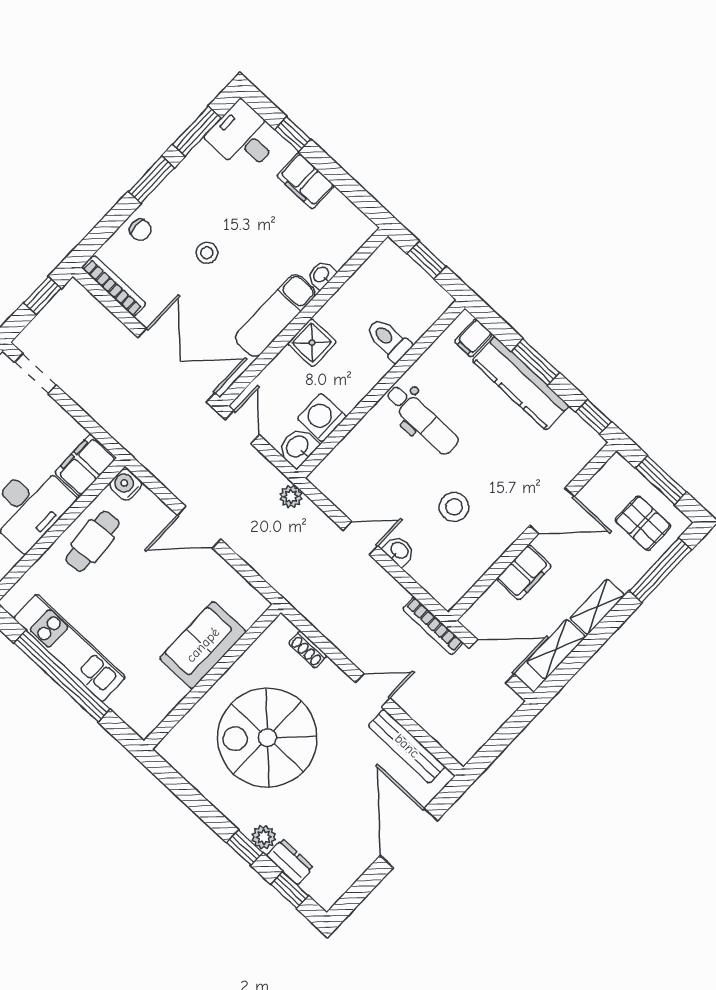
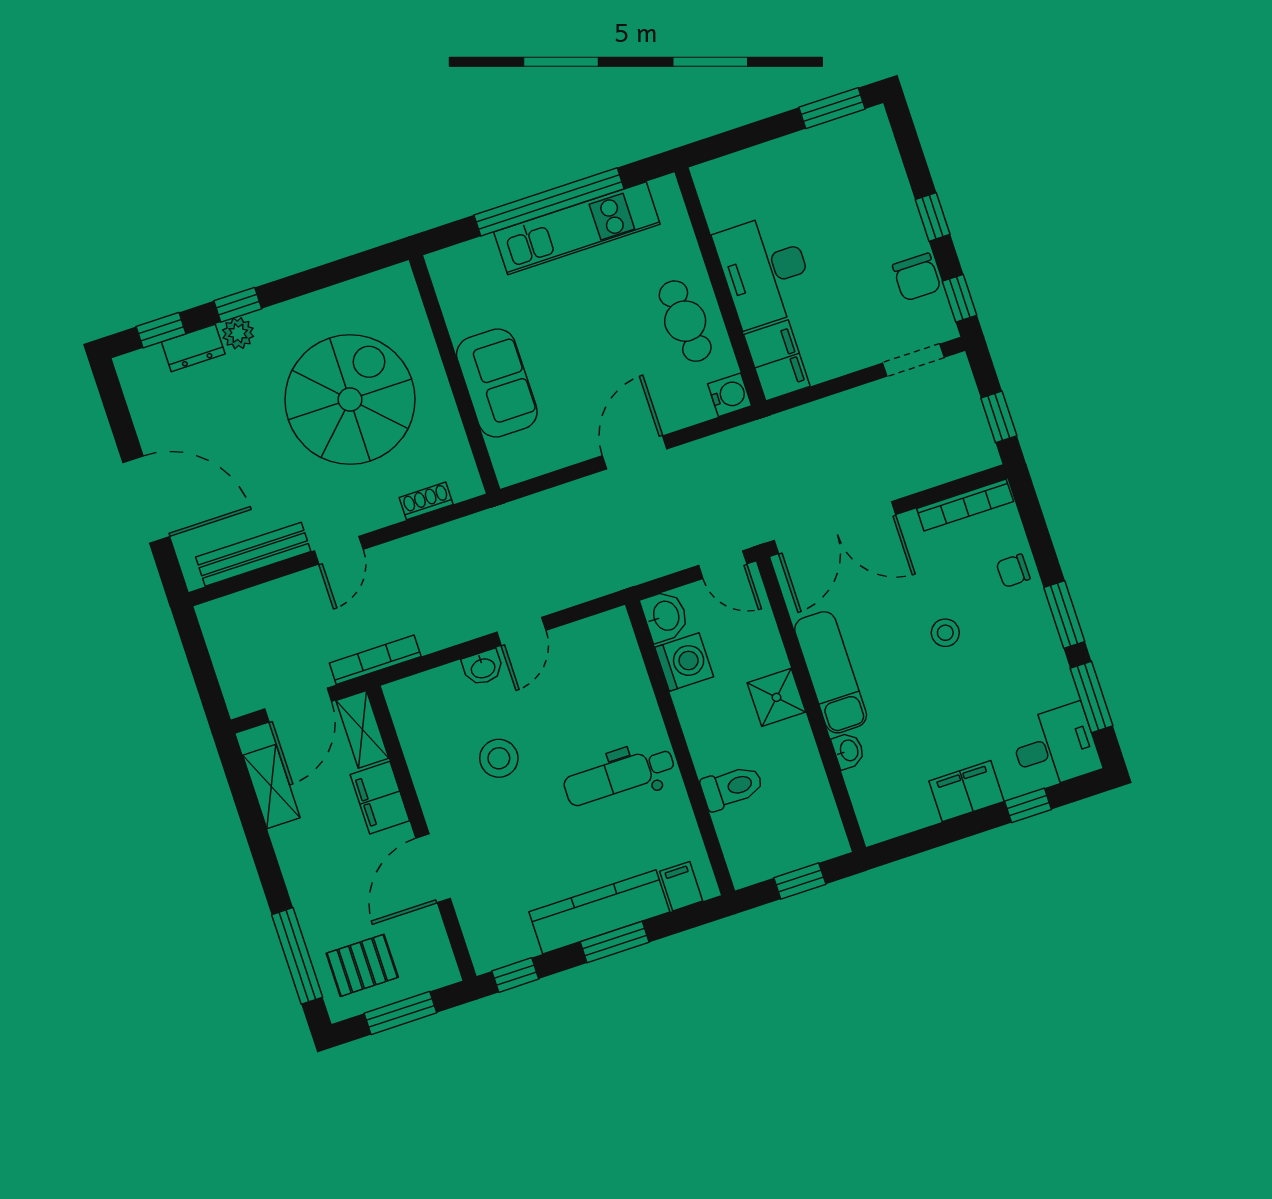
plant: (291, 496) -> (613, 577), removed
shelving: (597, 607) -> (362, 729), moved

